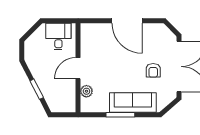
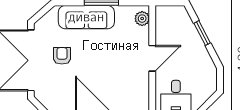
plant: (86, 91) -> (142, 19), moved

